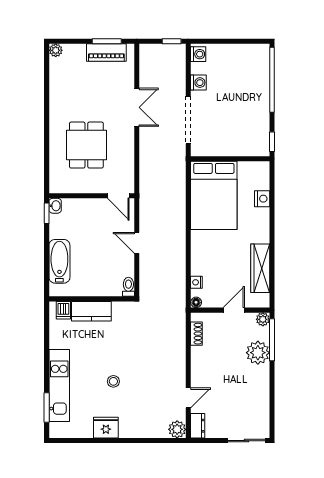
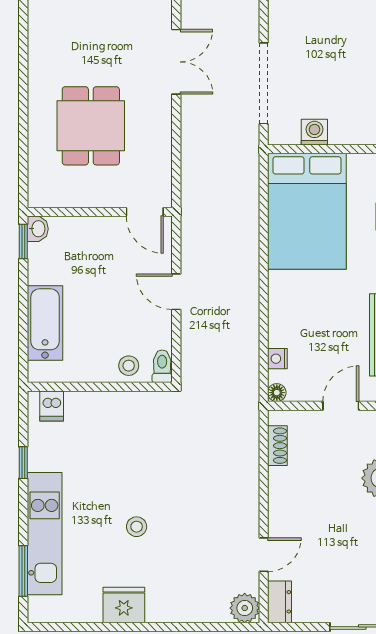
washing machine: (198, 83) -> (314, 132), moved, turned -90
stool: (109, 286) -> (129, 366), added
kitchen counter: (91, 311) -> (99, 408), removed
window: (47, 344) -> (23, 463), added

